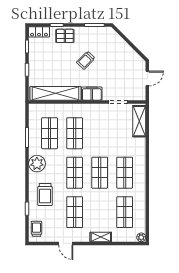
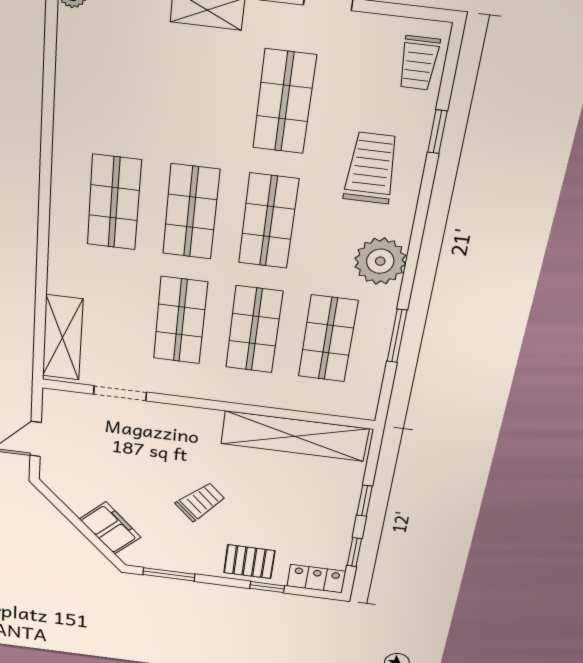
filing cabinet: (92, 94) -> (110, 528), moved, turned -135
shop shelf: (125, 212) -> (180, 321), moved

